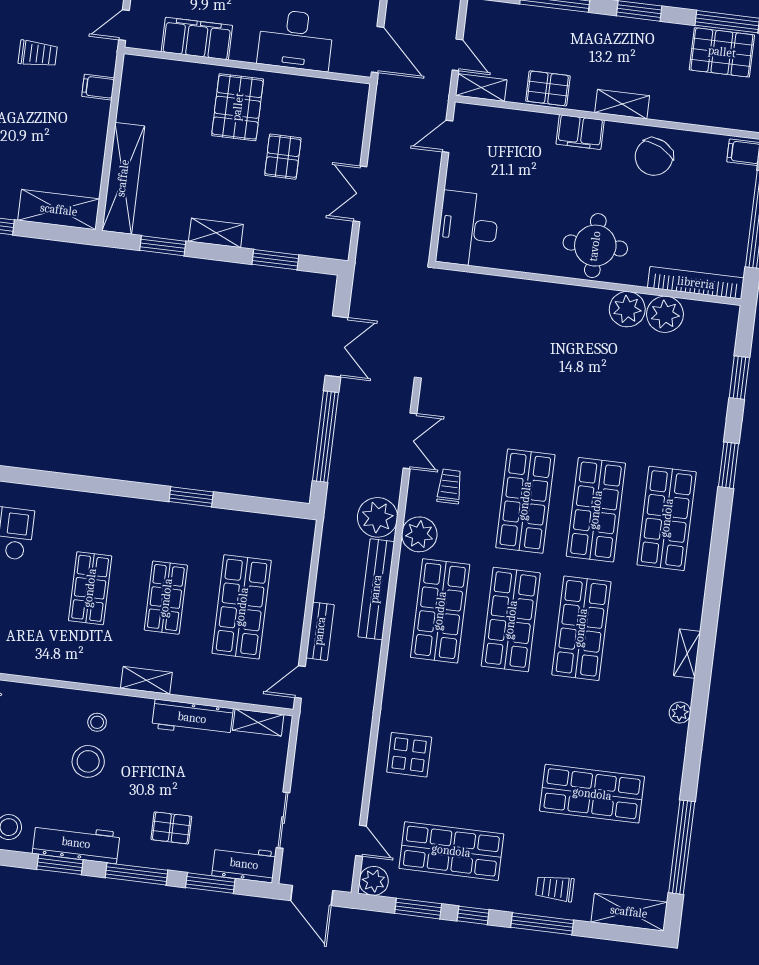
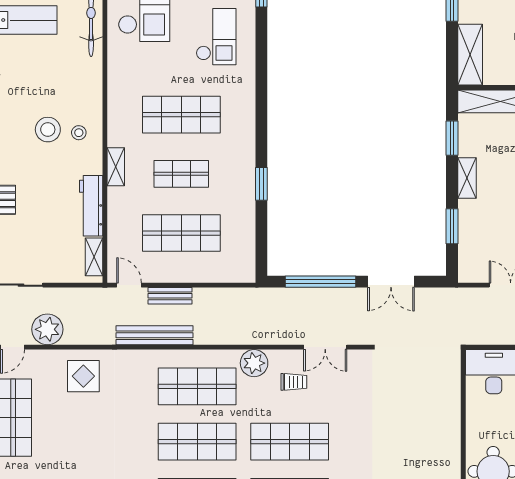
plant: (378, 517) -> (47, 329), moved
shop shelf: (90, 588) -> (181, 115), width x1.43, depth x1.36
bench: (376, 589) -> (155, 335), moved

